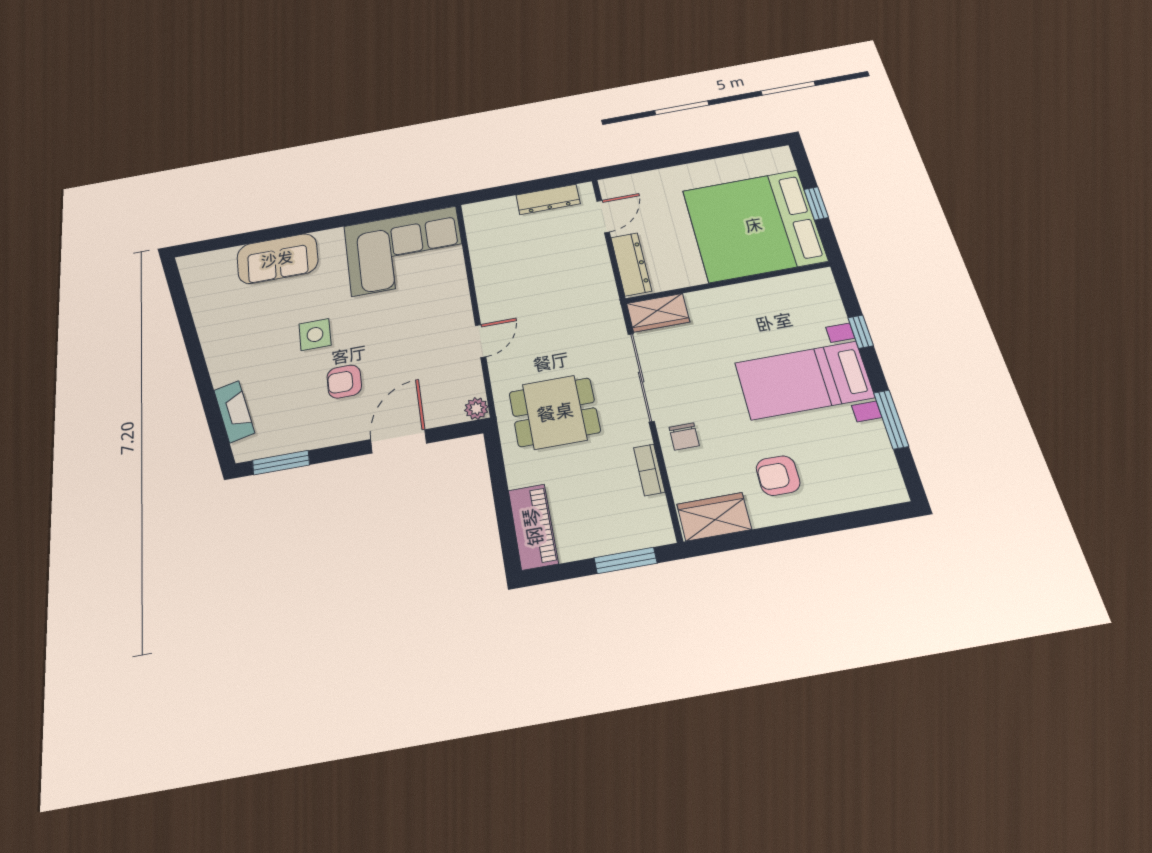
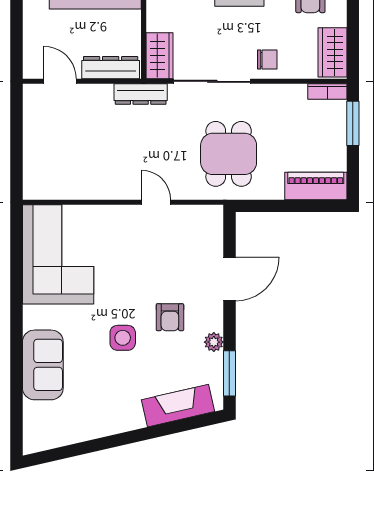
dresser: (548, 199) -> (141, 94), moved, turned 90
plant: (476, 409) -> (214, 342), moved
fireplace: (234, 412) -> (178, 406), width x1.37, depth x1.32
door: (399, 441) -> (229, 279), swing flipped
bookcase: (649, 470) -> (327, 91), moved

